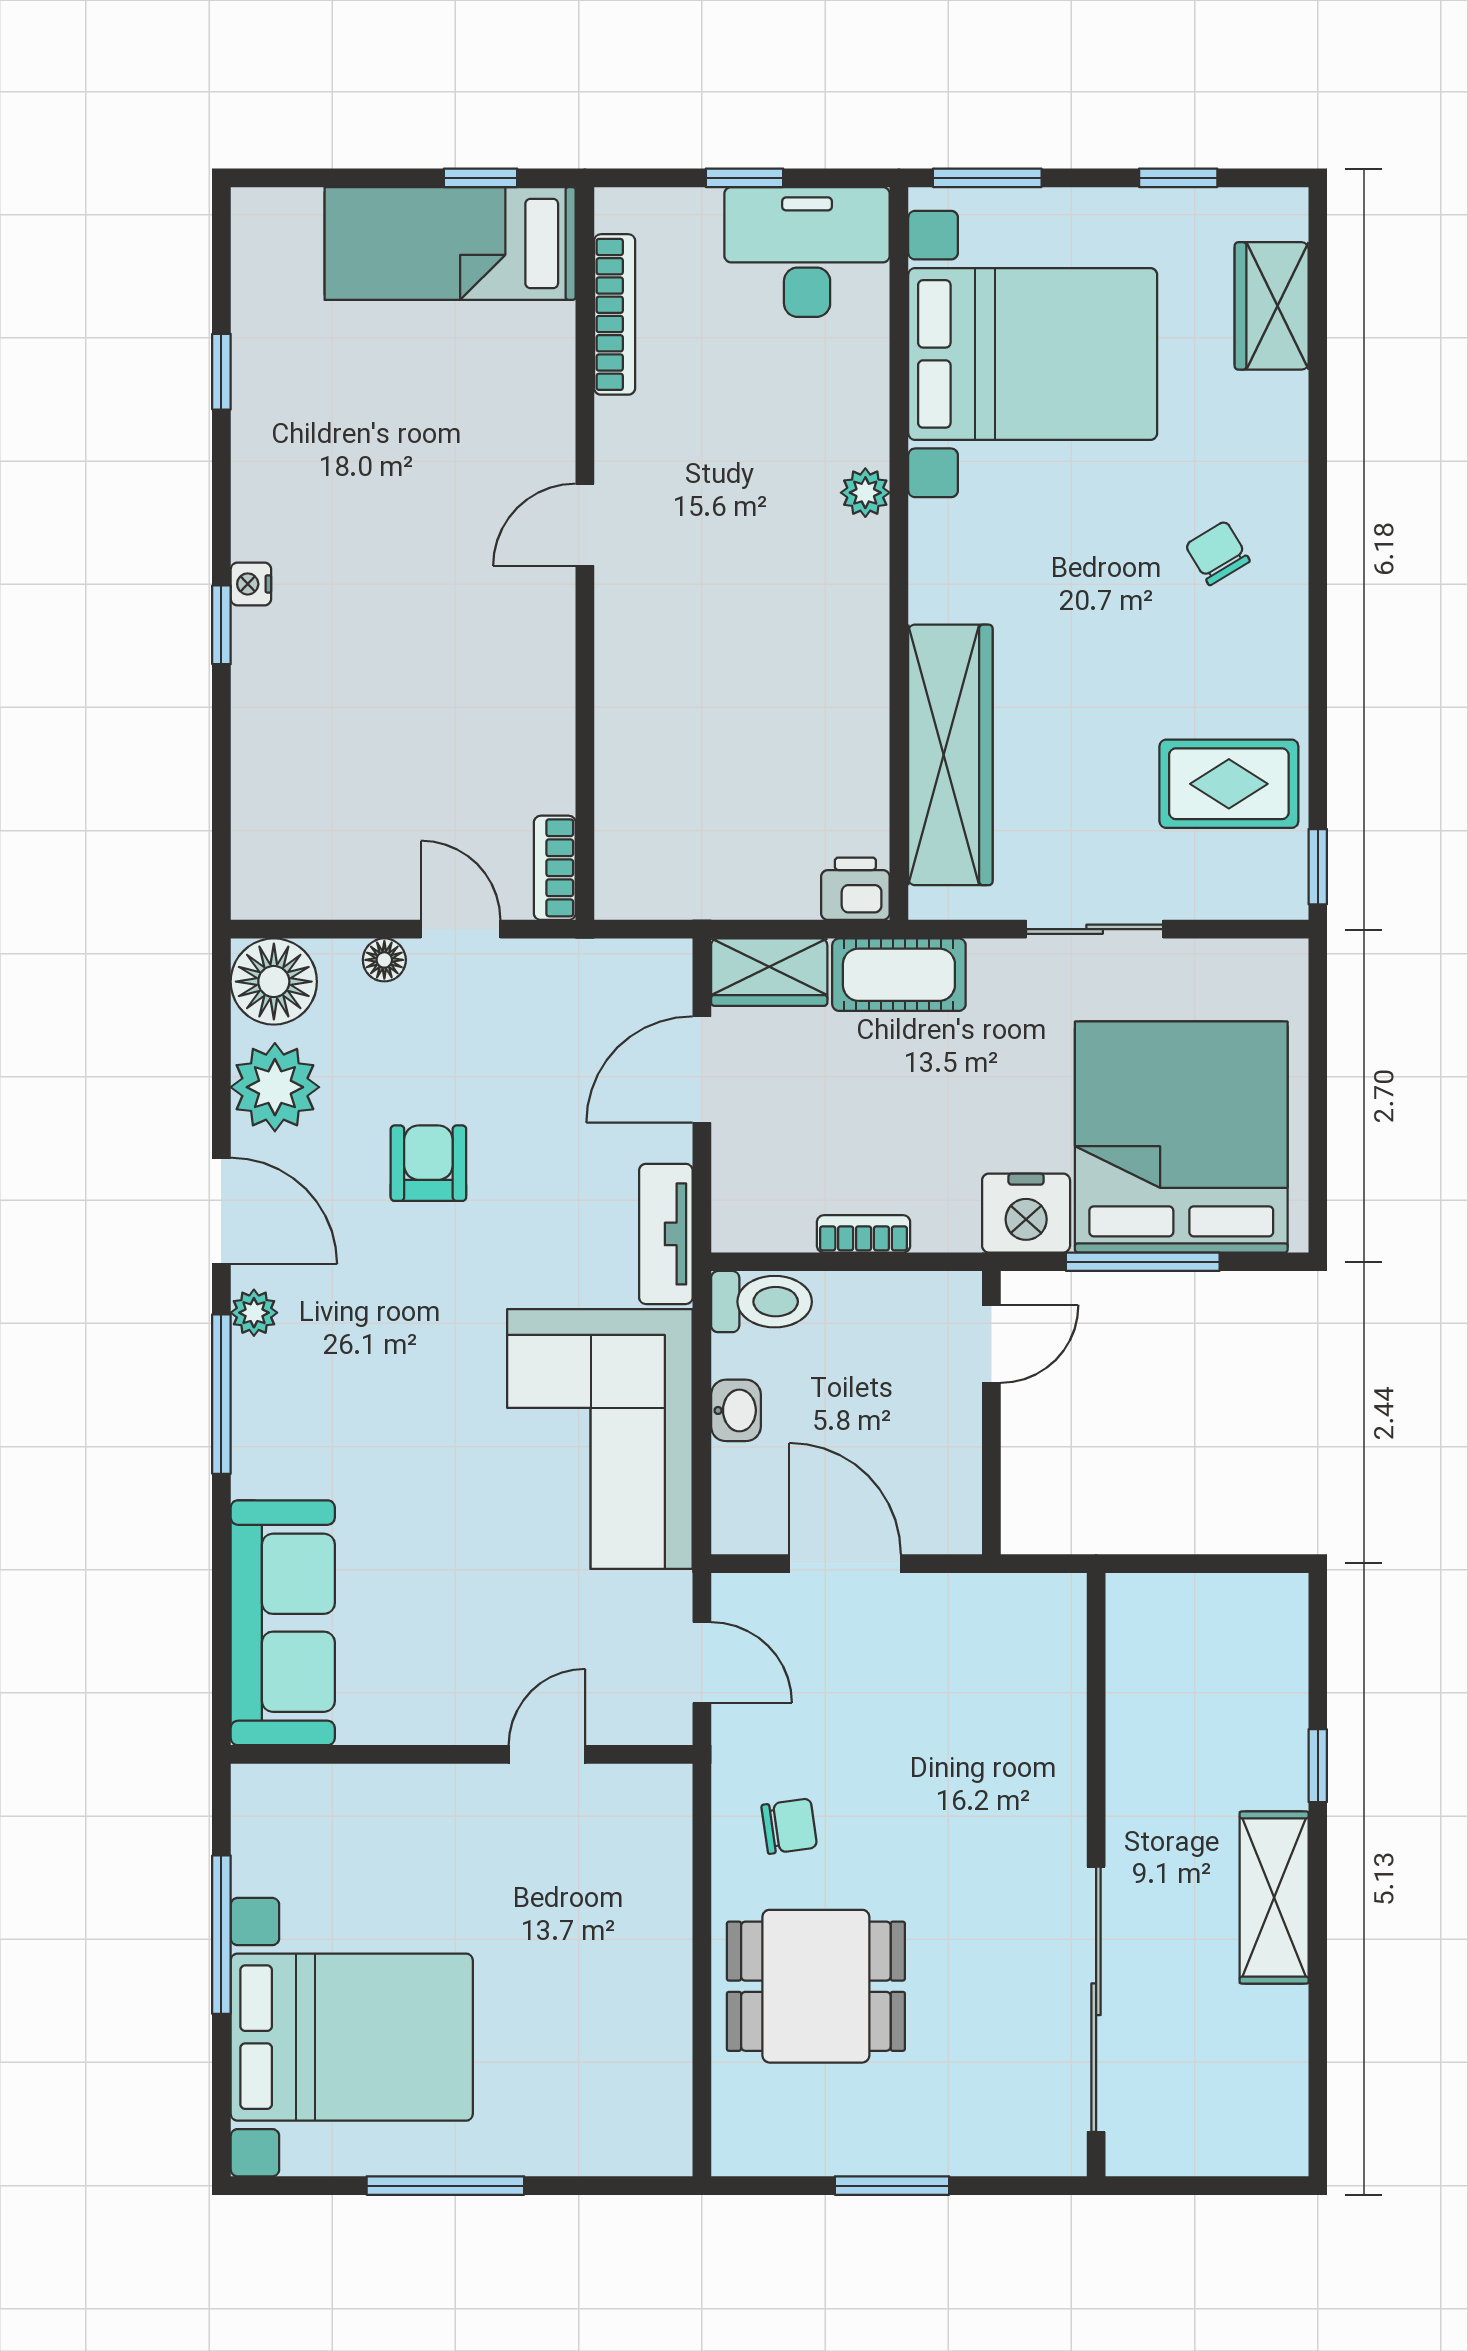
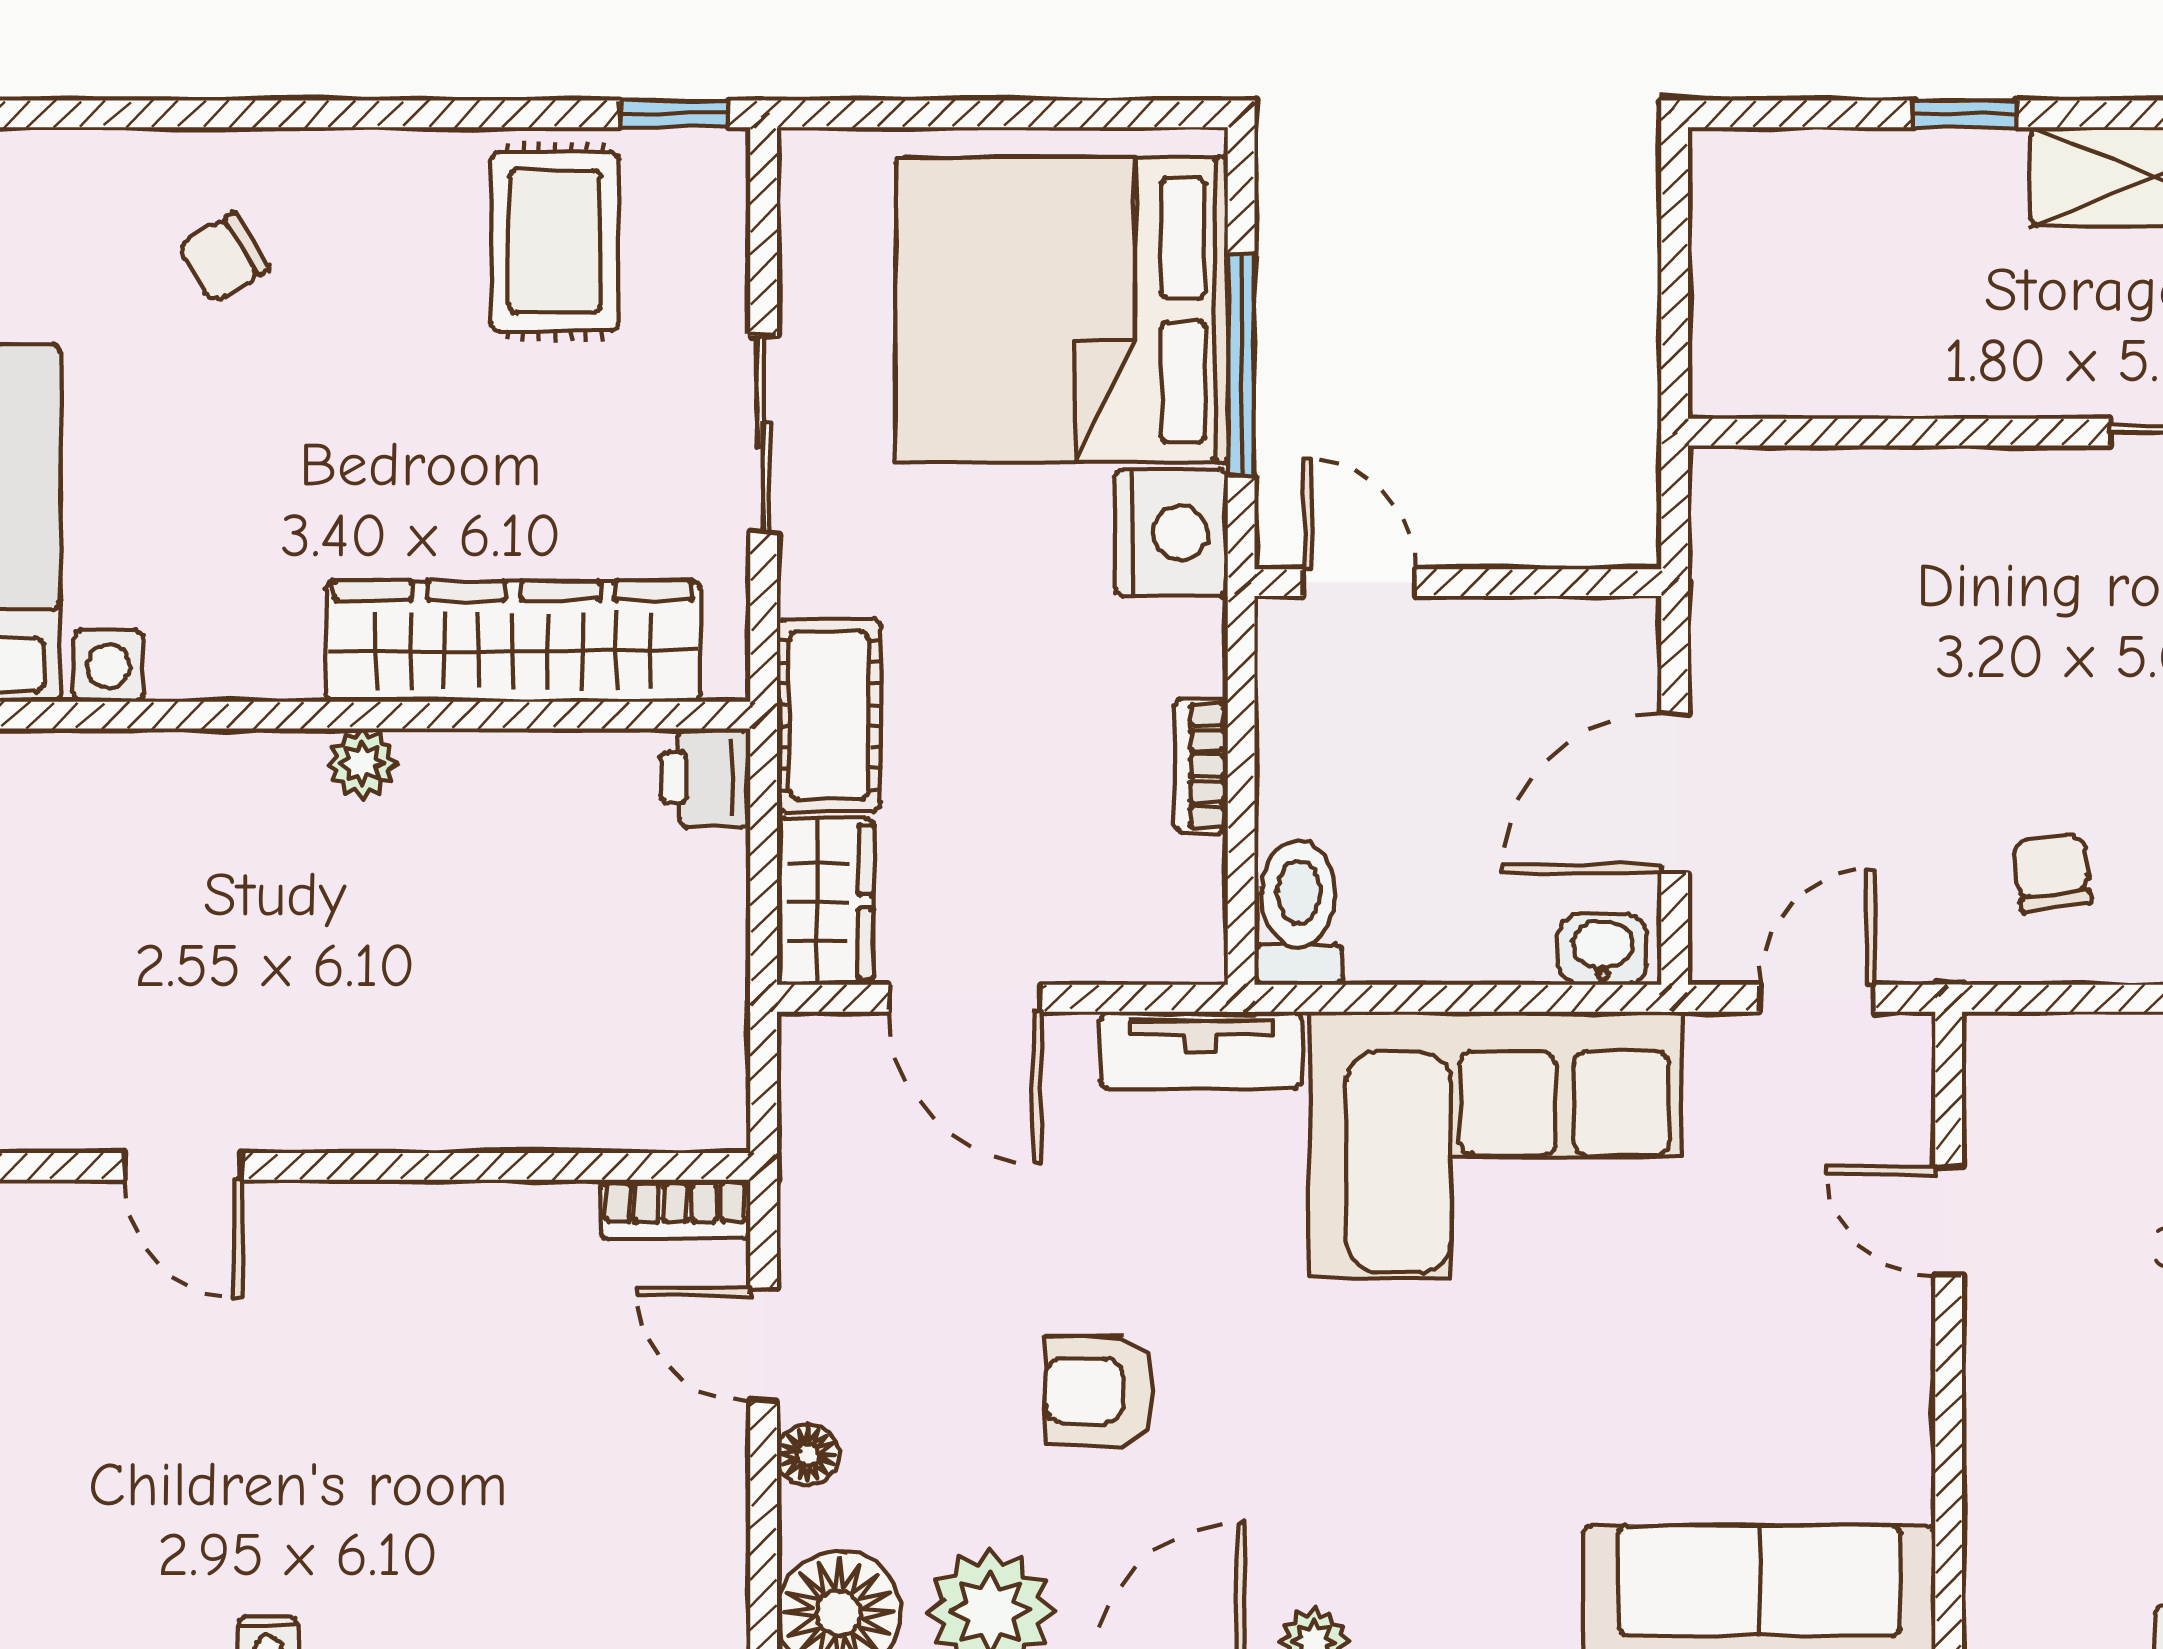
plant: (865, 493) -> (362, 764), moved
door: (461, 929) -> (764, 1345), hinge flipped
washbasin: (736, 1410) -> (1603, 949), moved

